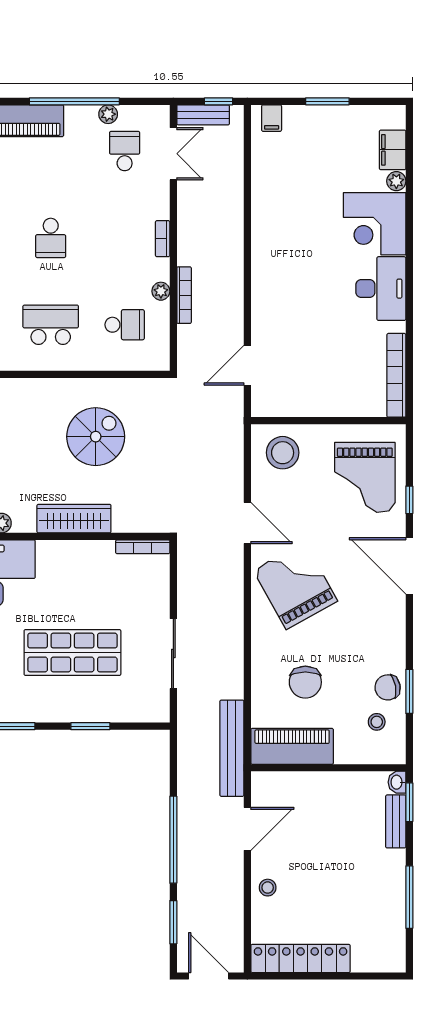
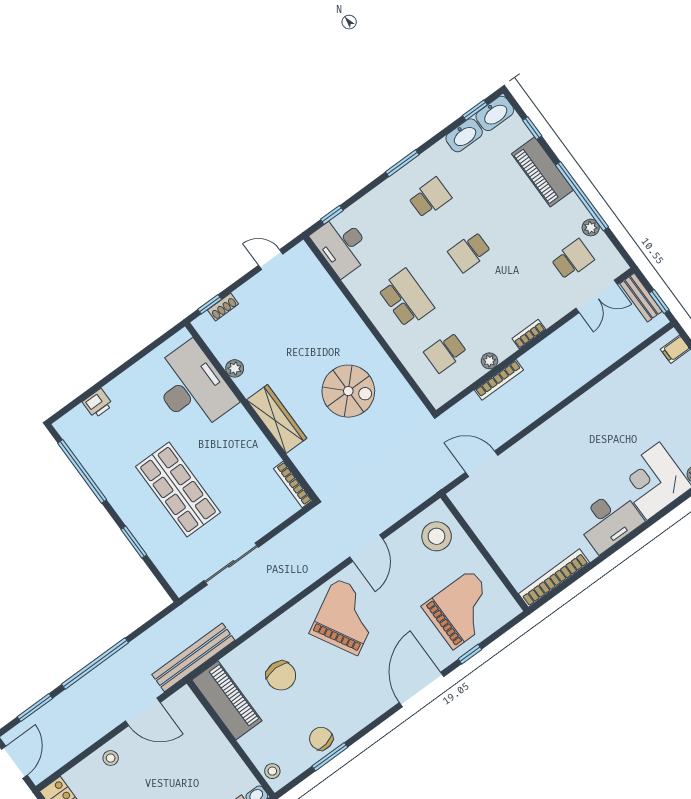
school desk: (125, 325) -> (446, 352), turned 90
grand piano: (365, 477) -> (462, 610), turned 180
chair: (305, 682) -> (281, 676), turned -90
stool: (377, 722) -> (272, 771), moved

